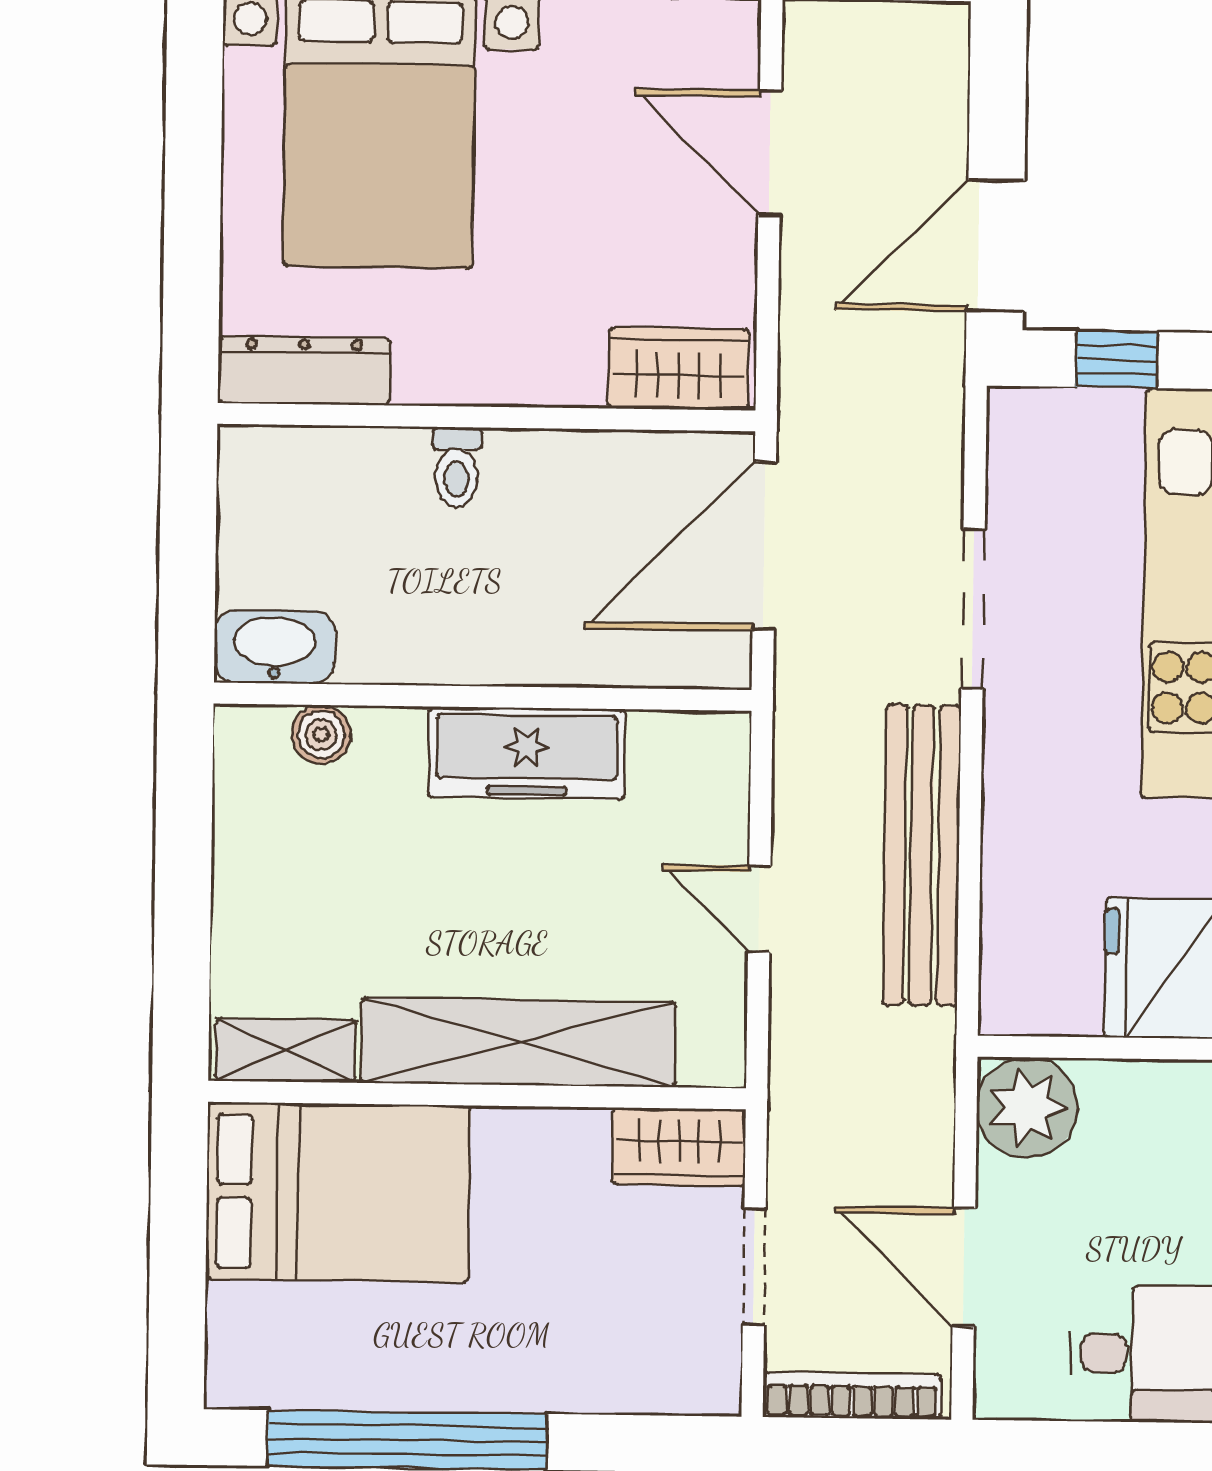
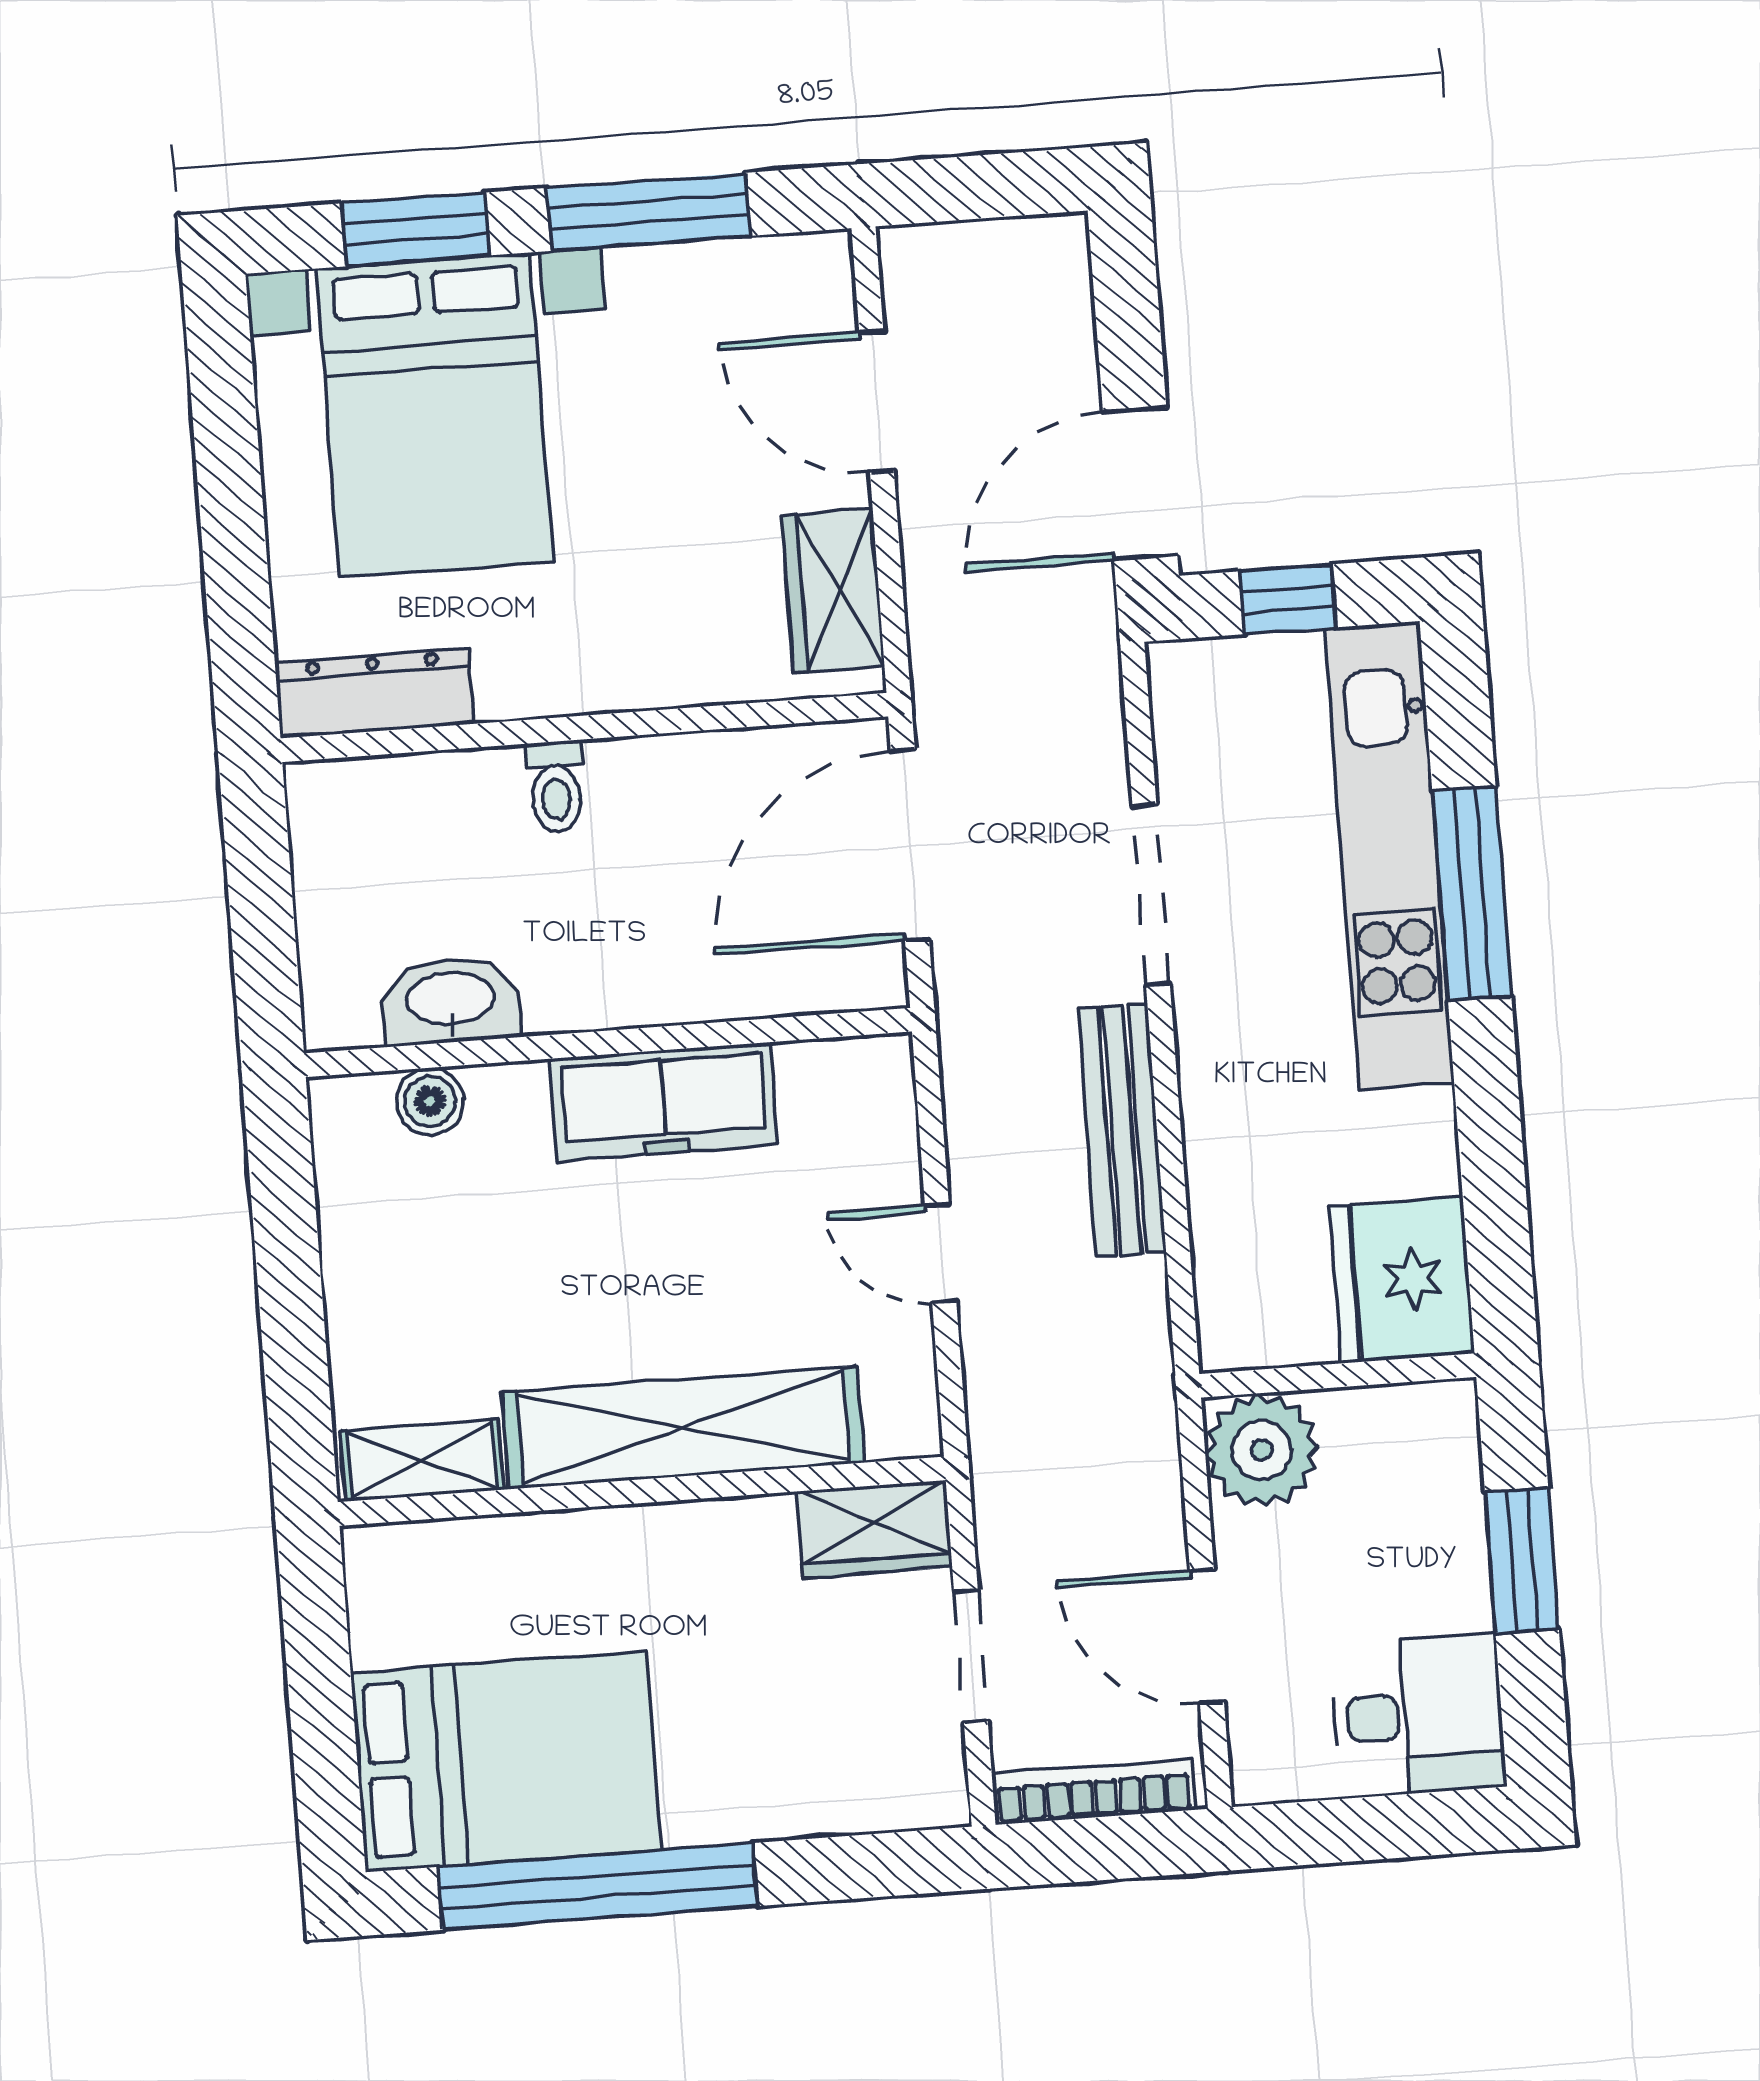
wardrobe: (679, 369) -> (833, 591), moved, turned -90
washbasin: (274, 647) -> (451, 1001), moved
bench: (922, 855) -> (1122, 1131), width x0.73, depth x0.82
bed: (338, 1192) -> (506, 1761), moved

